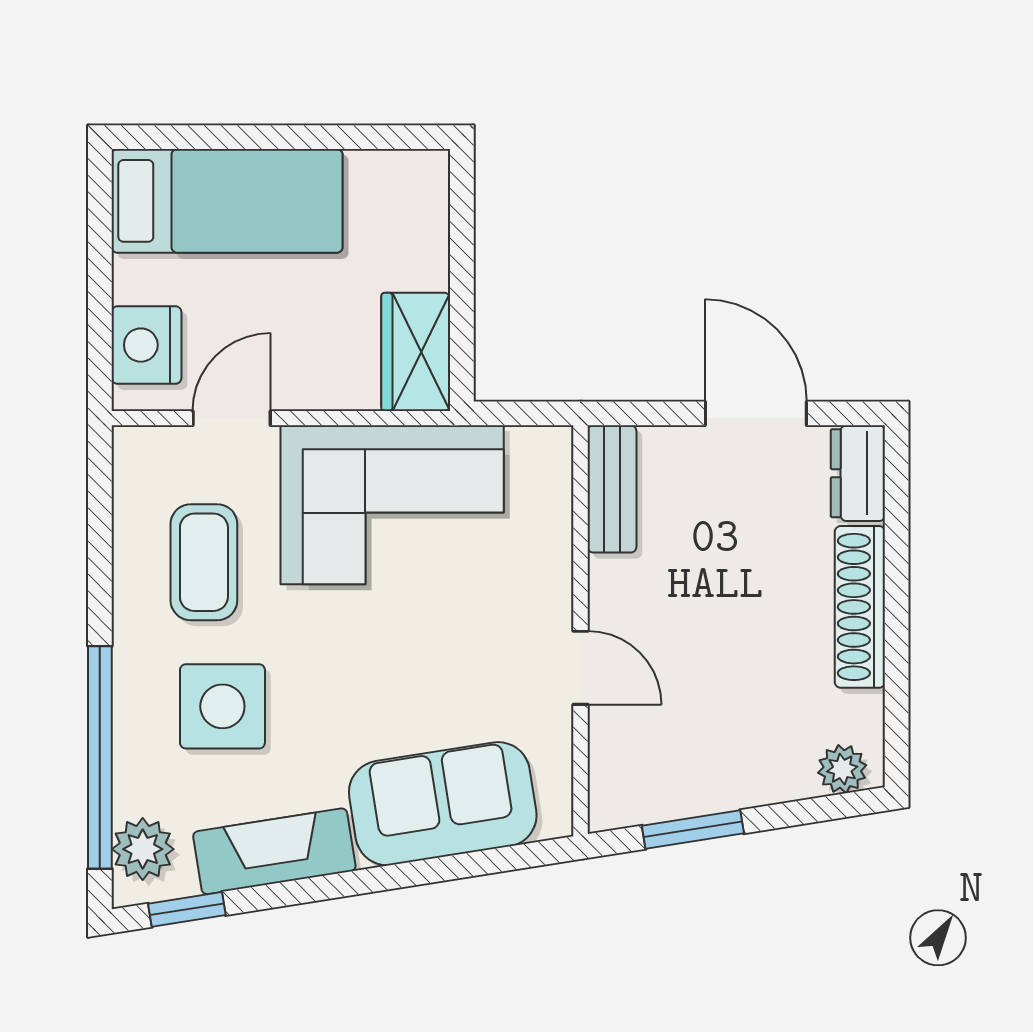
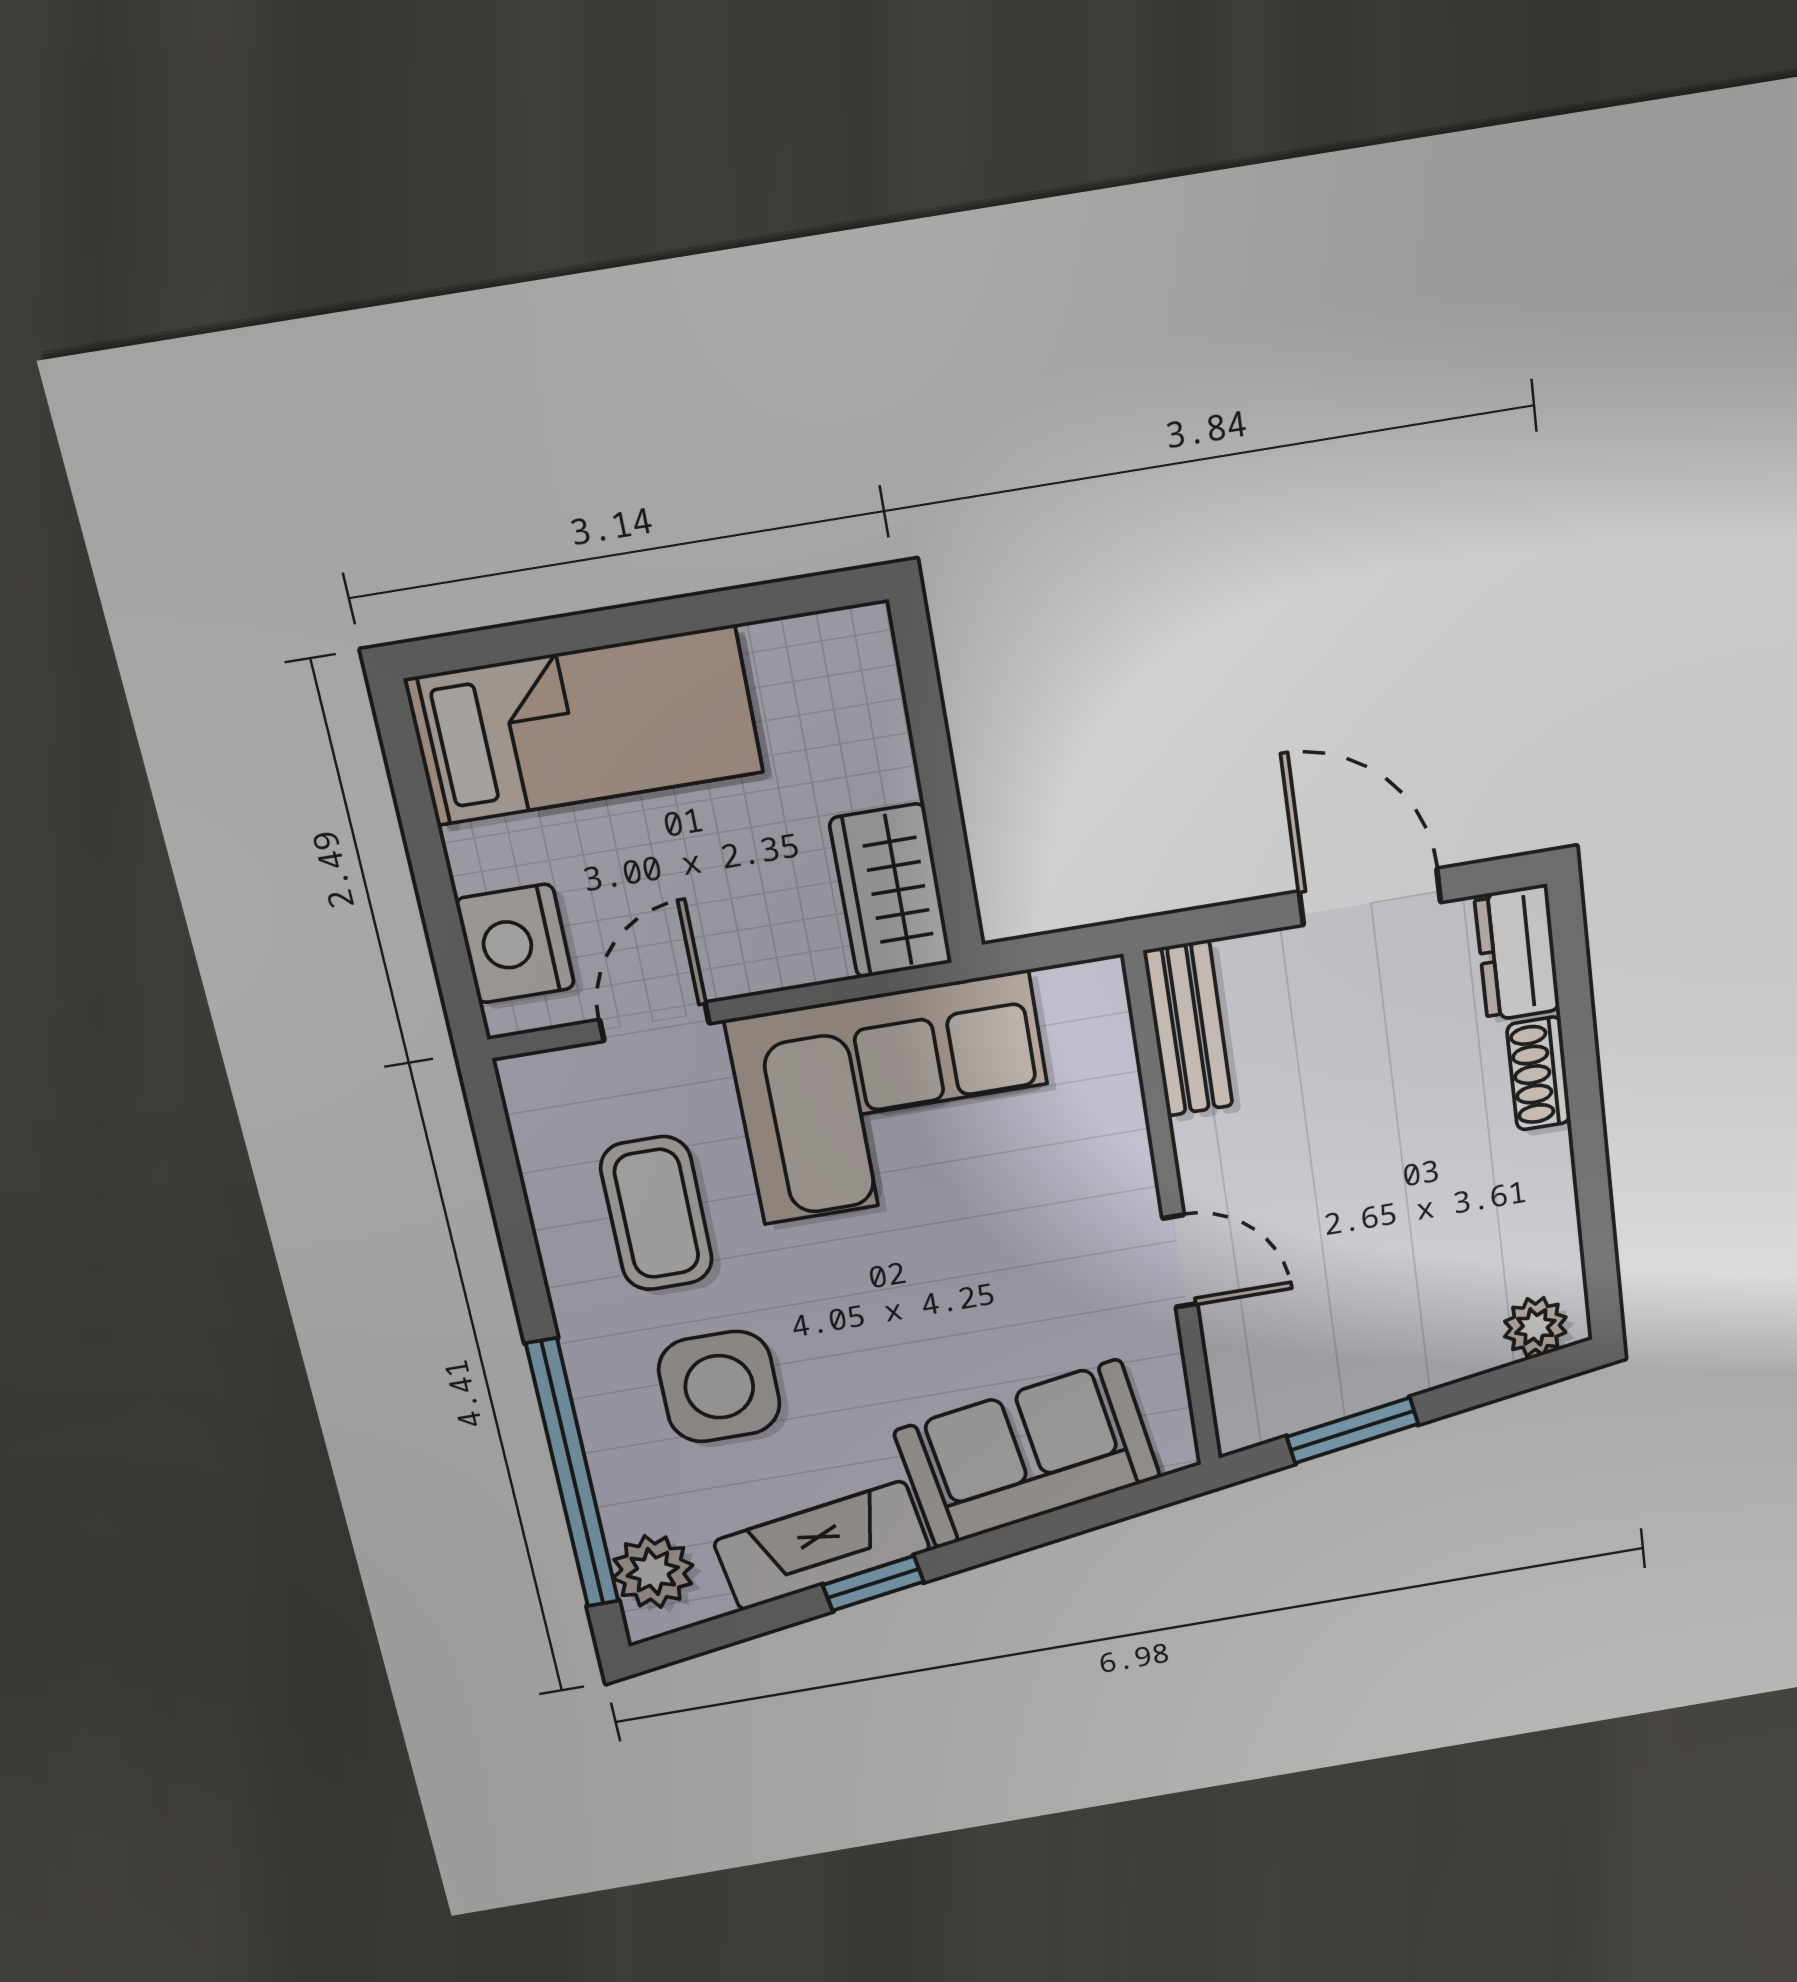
shoe rack: (860, 607) -> (1539, 1074), width x0.51, depth x0.81
window: (187, 909) -> (873, 1583), moved

